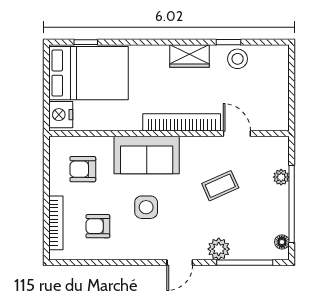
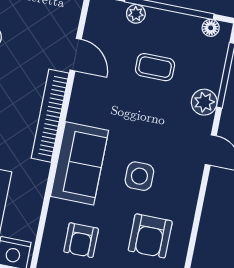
door: (237, 134) -> (76, 55), swing flipped
coffee table: (220, 186) -> (155, 67), moved, turned -66
armchair: (98, 226) -> (150, 236), width x1.38, depth x1.38

